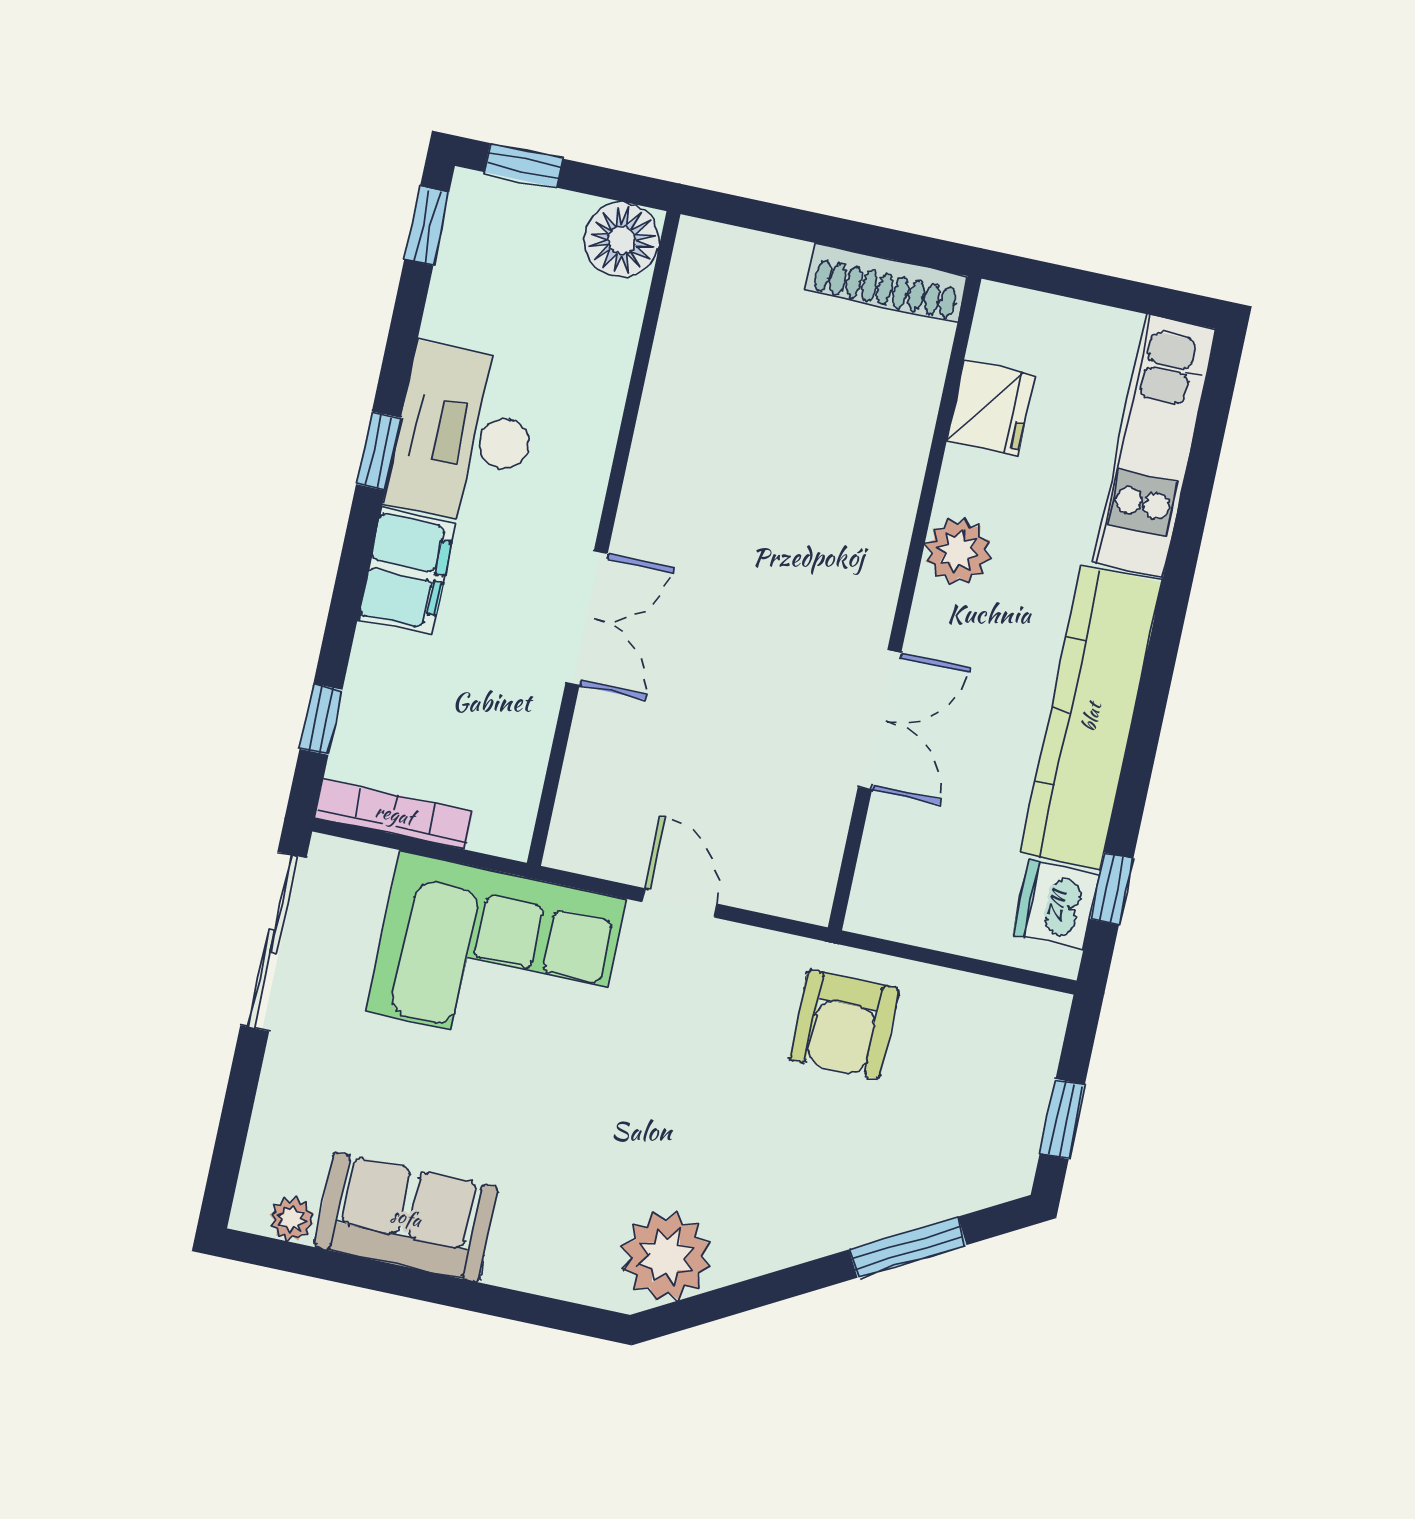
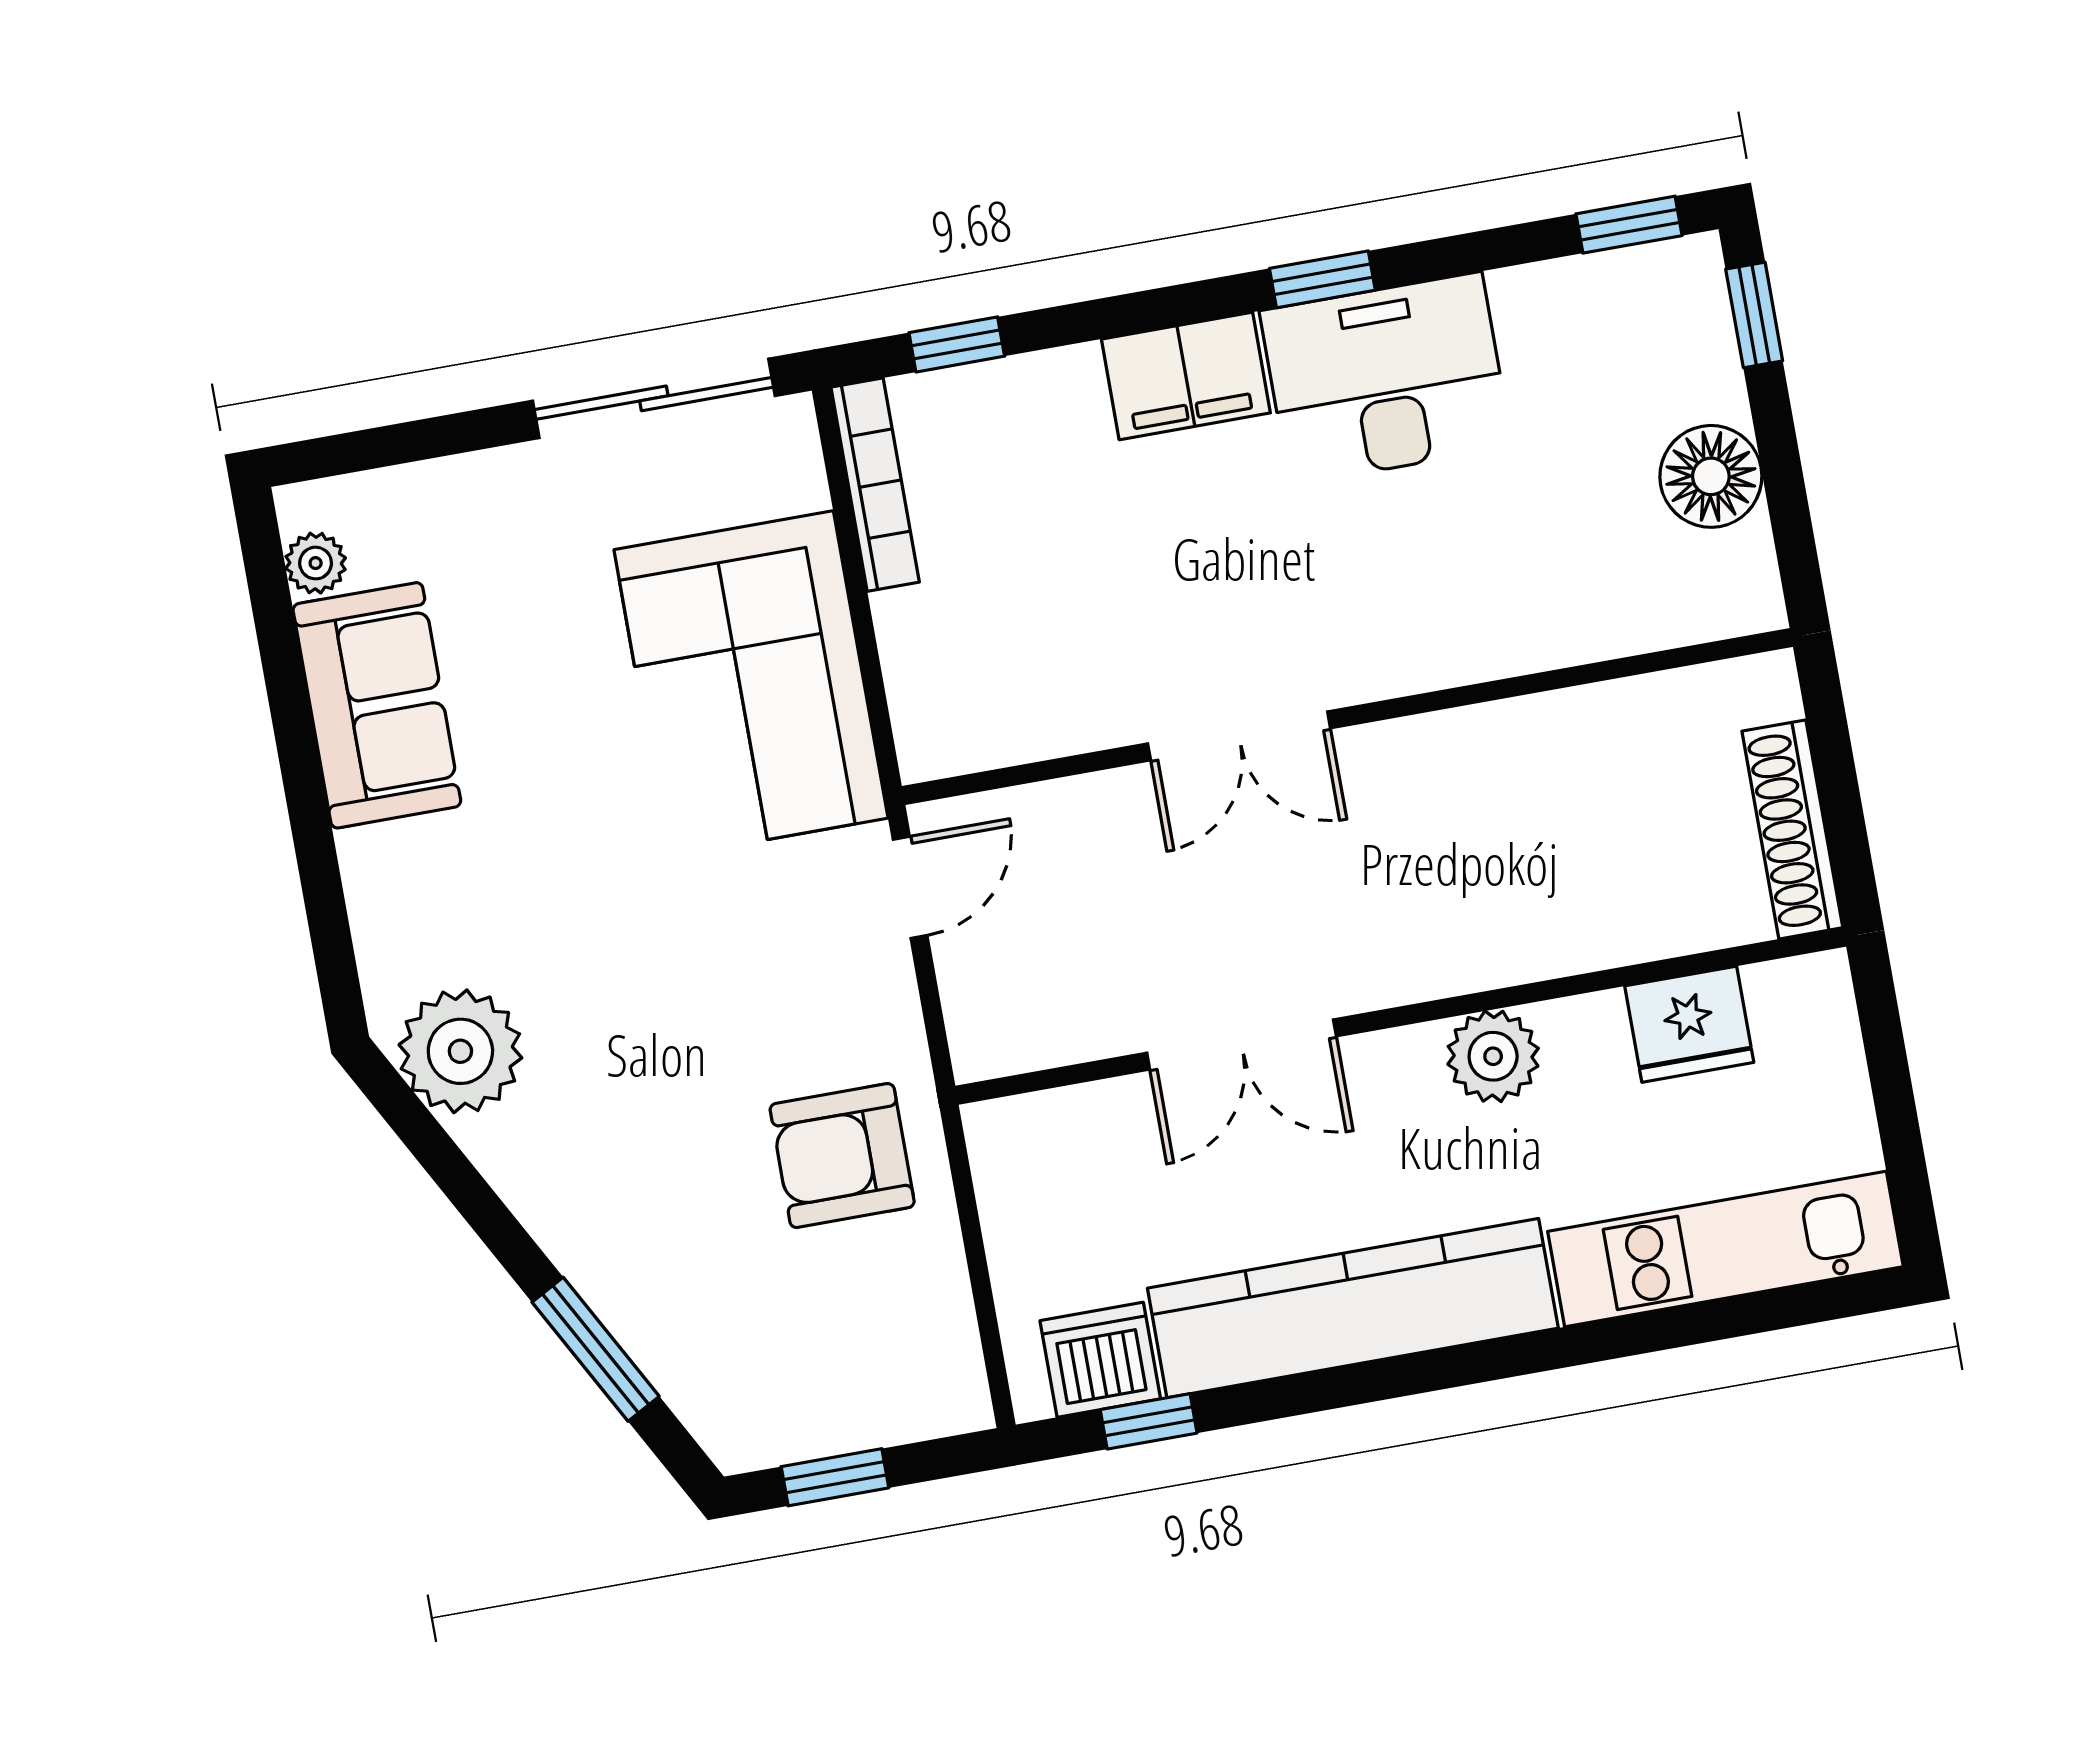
wall: (604, 539) -> (1347, 717), moved
double door: (587, 618) -> (1239, 736), moved

